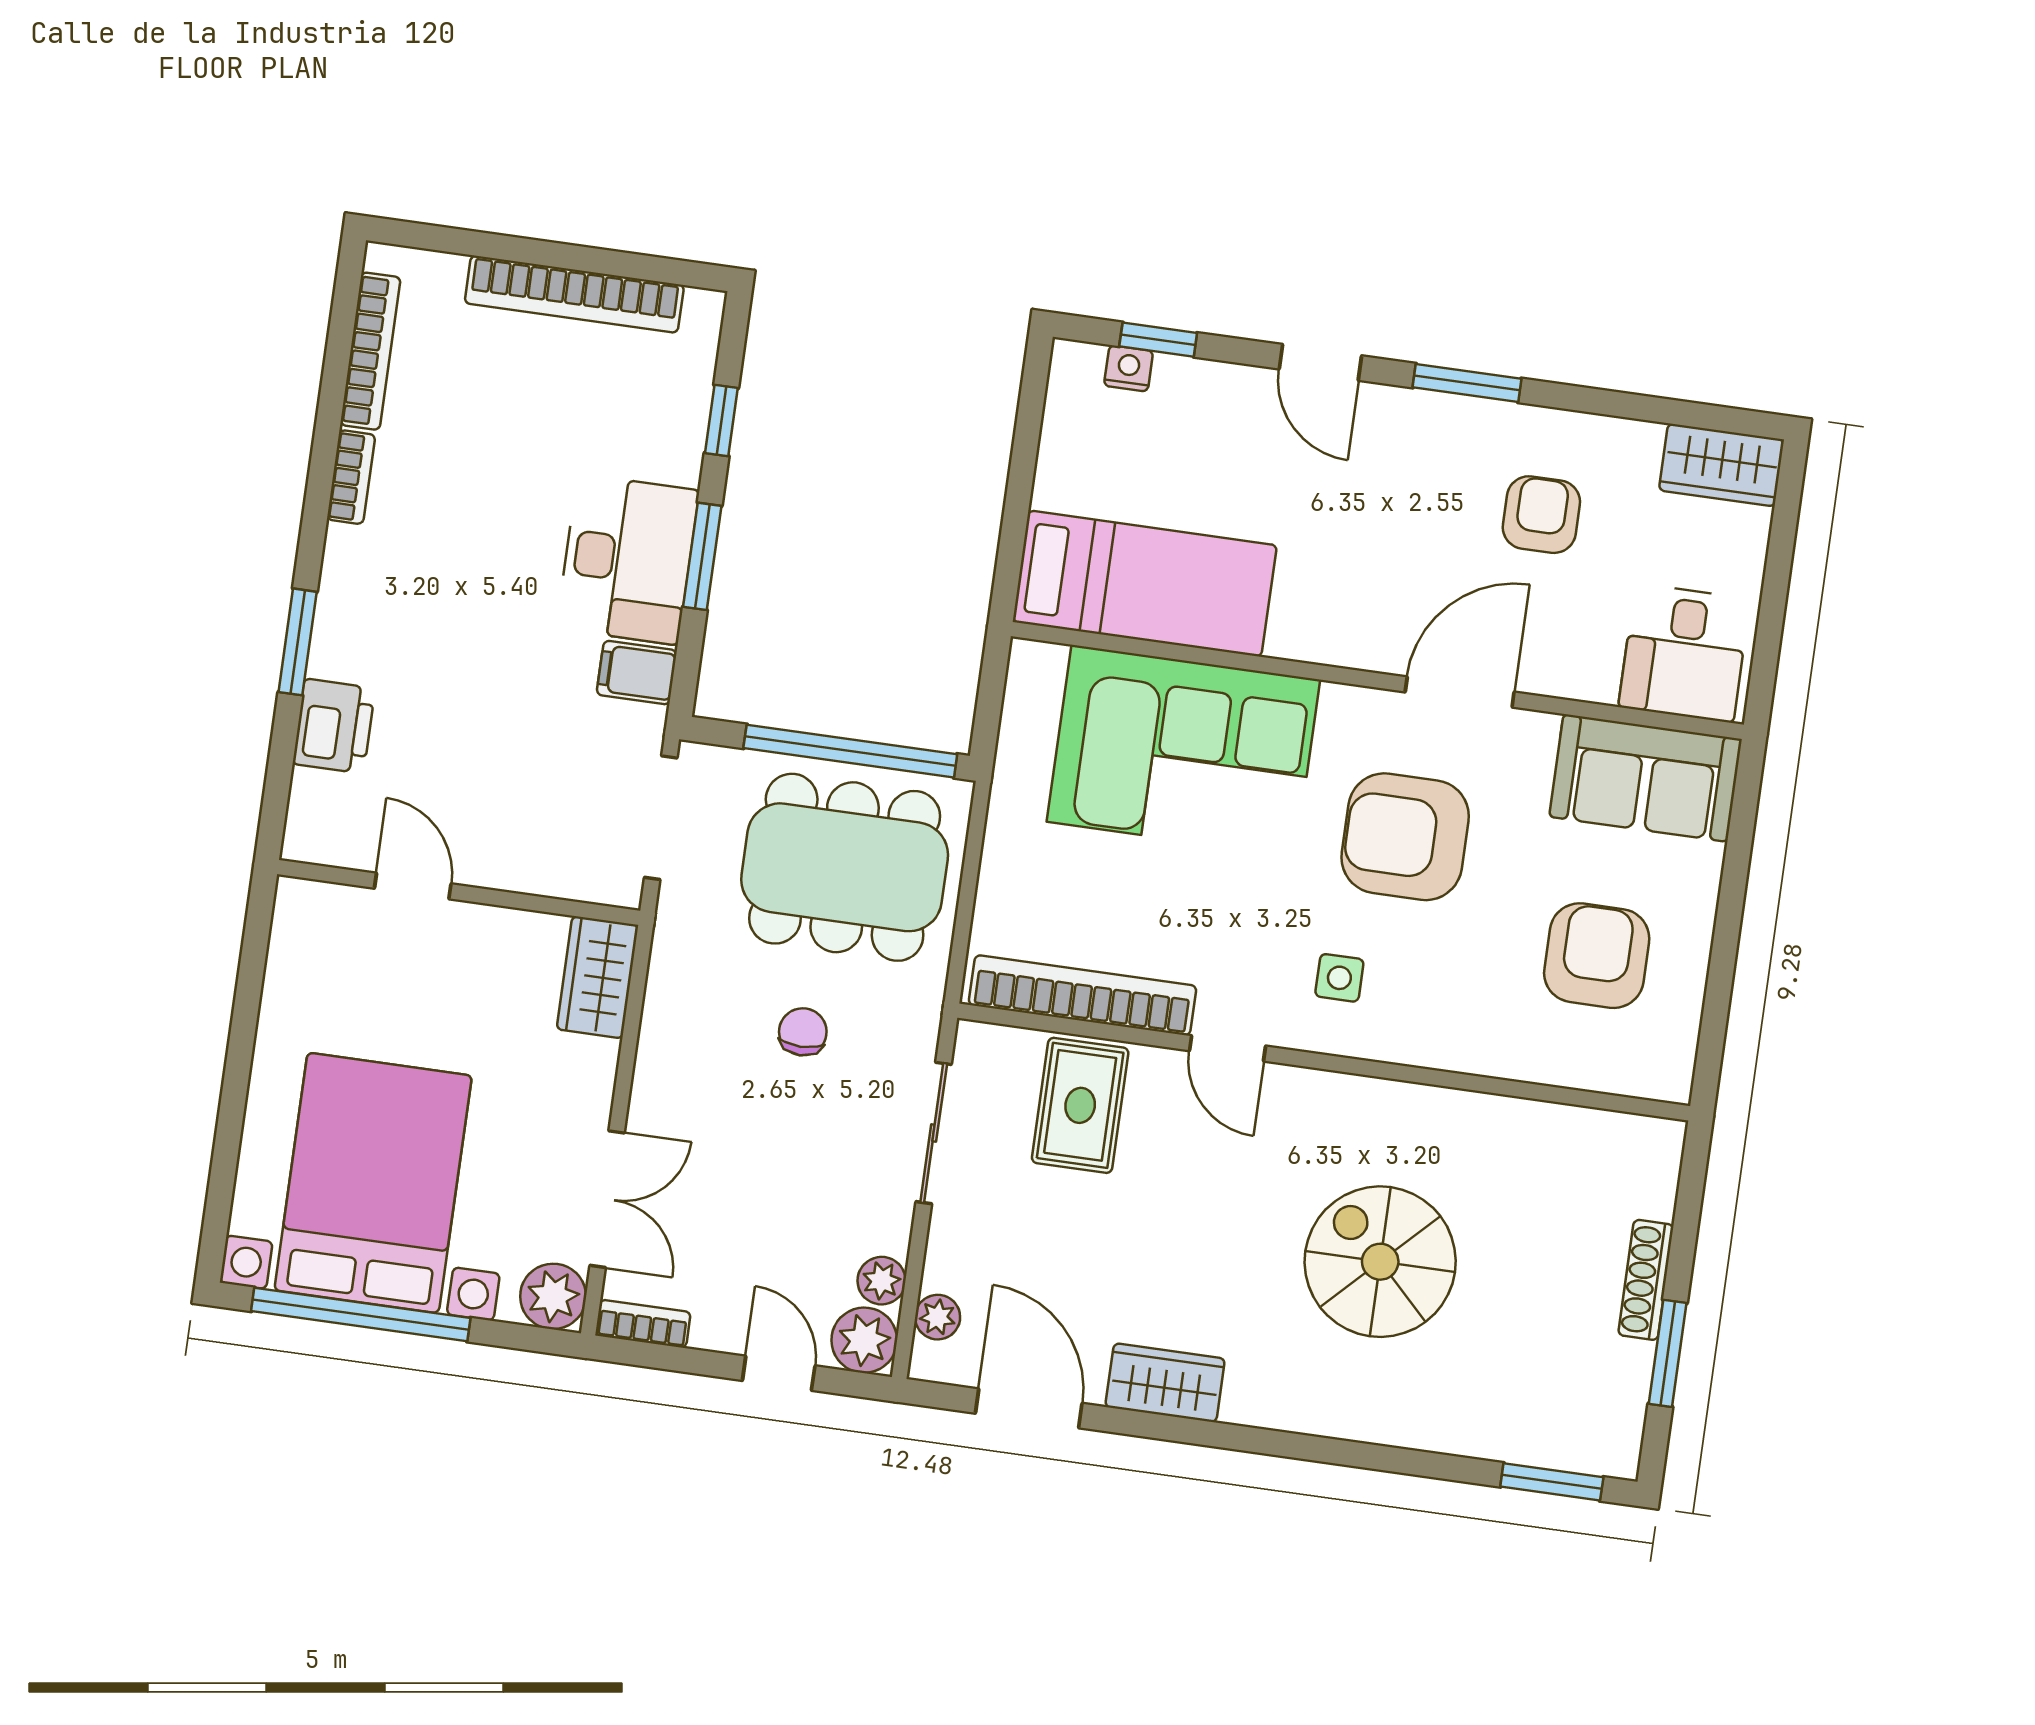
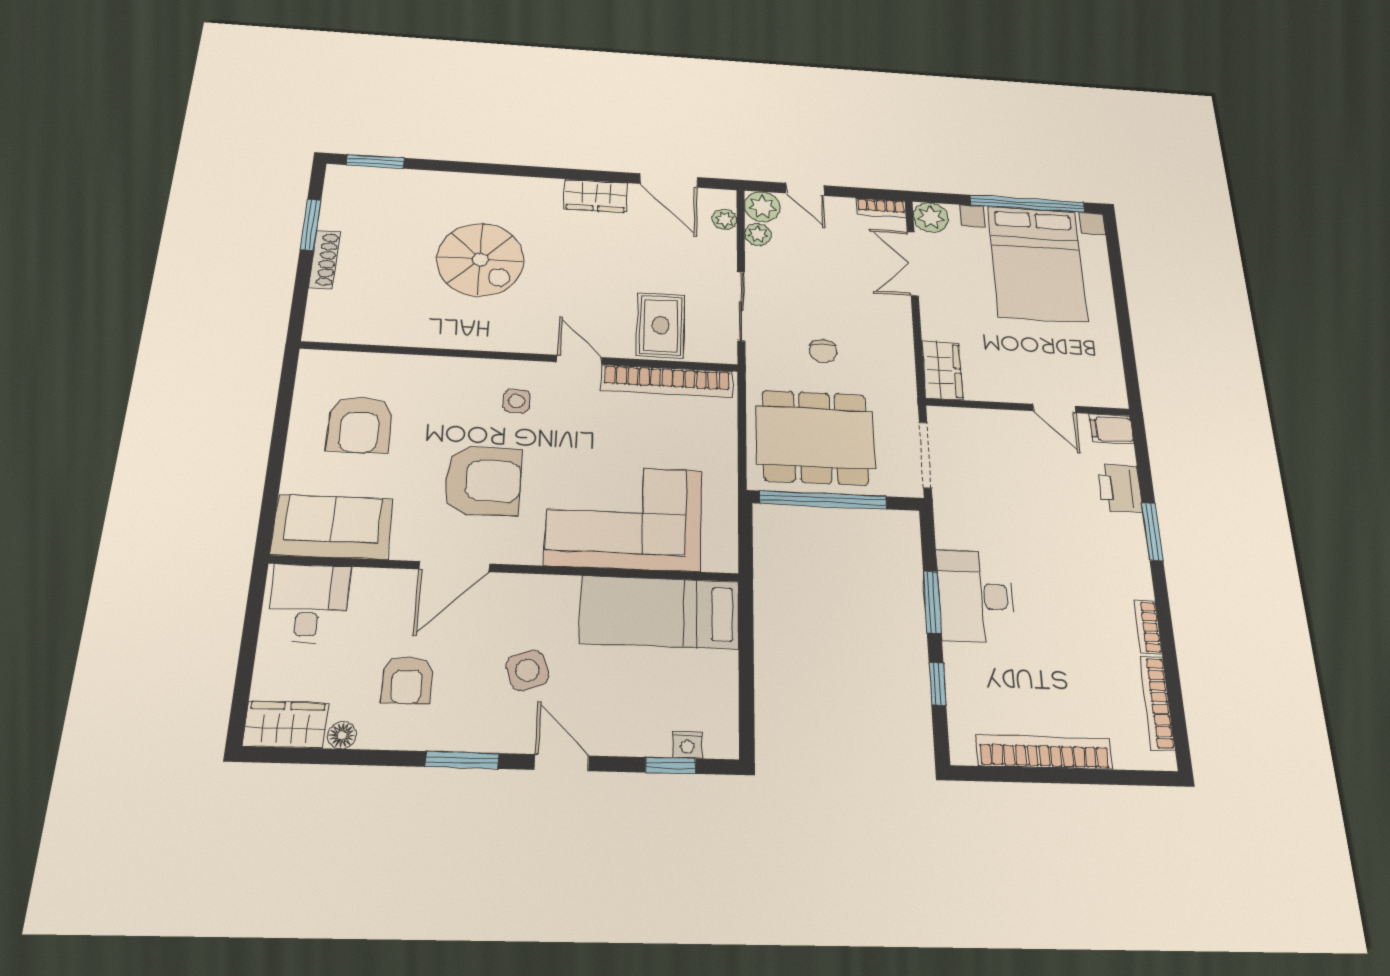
floor lamp: (1640, 440) -> (342, 735), added
side table: (1360, 511) -> (527, 670), added
filing cabinet: (637, 673) -> (1112, 429), moved, turned 180

